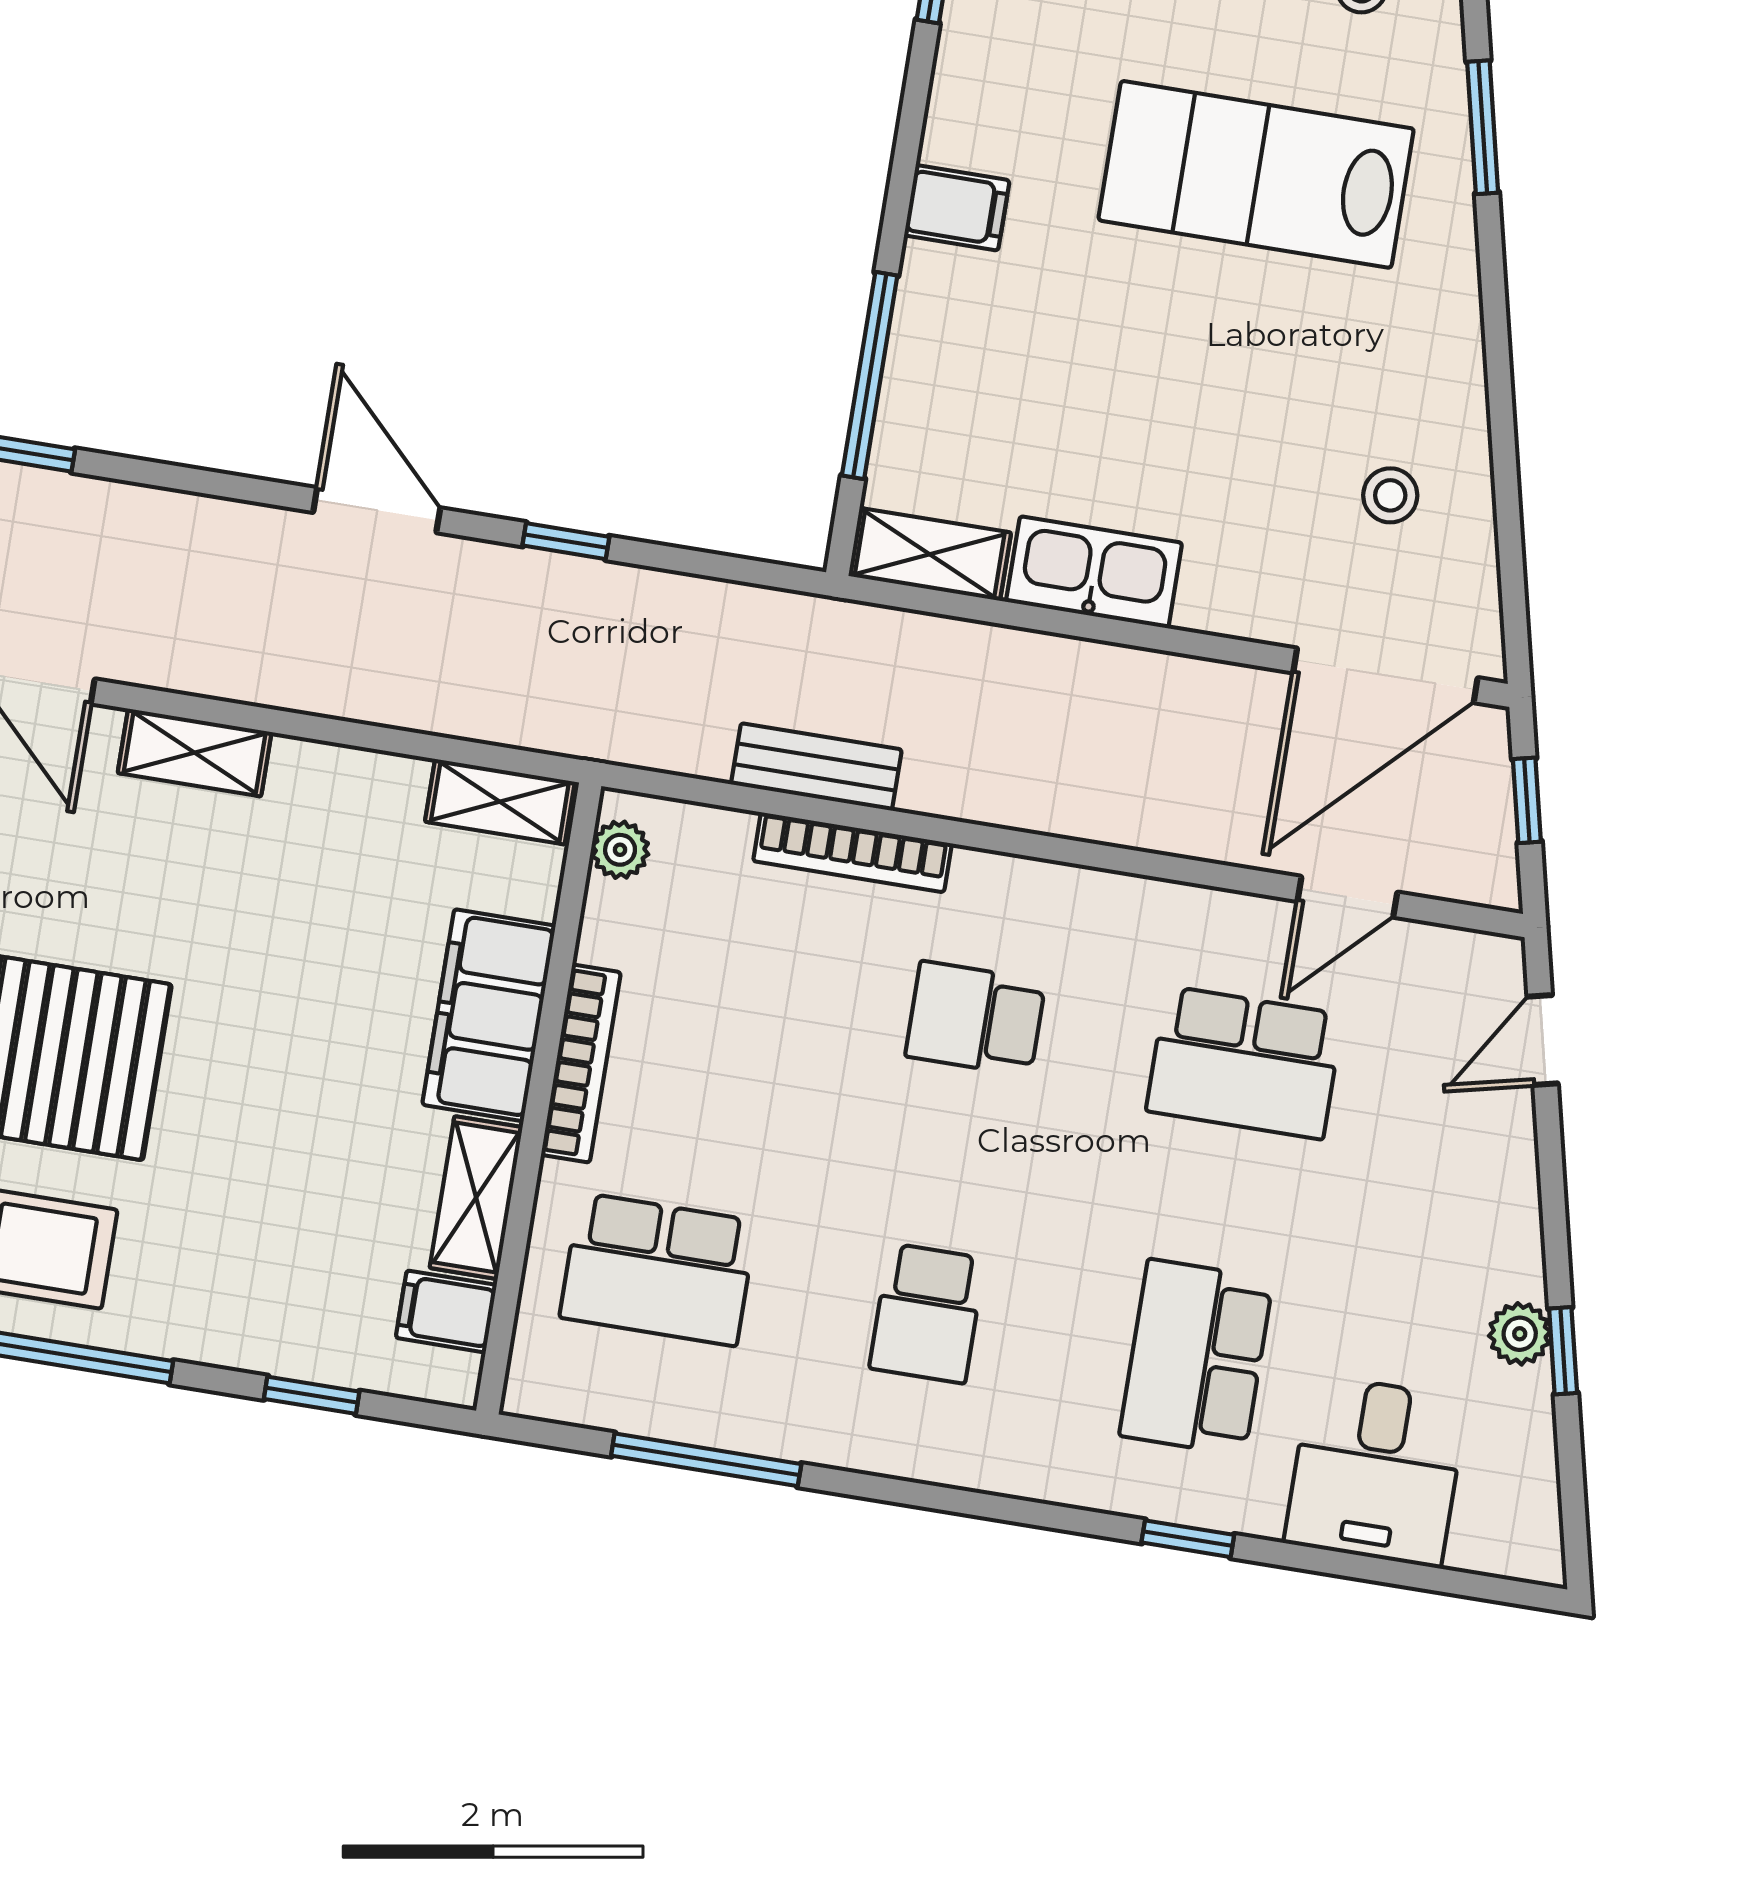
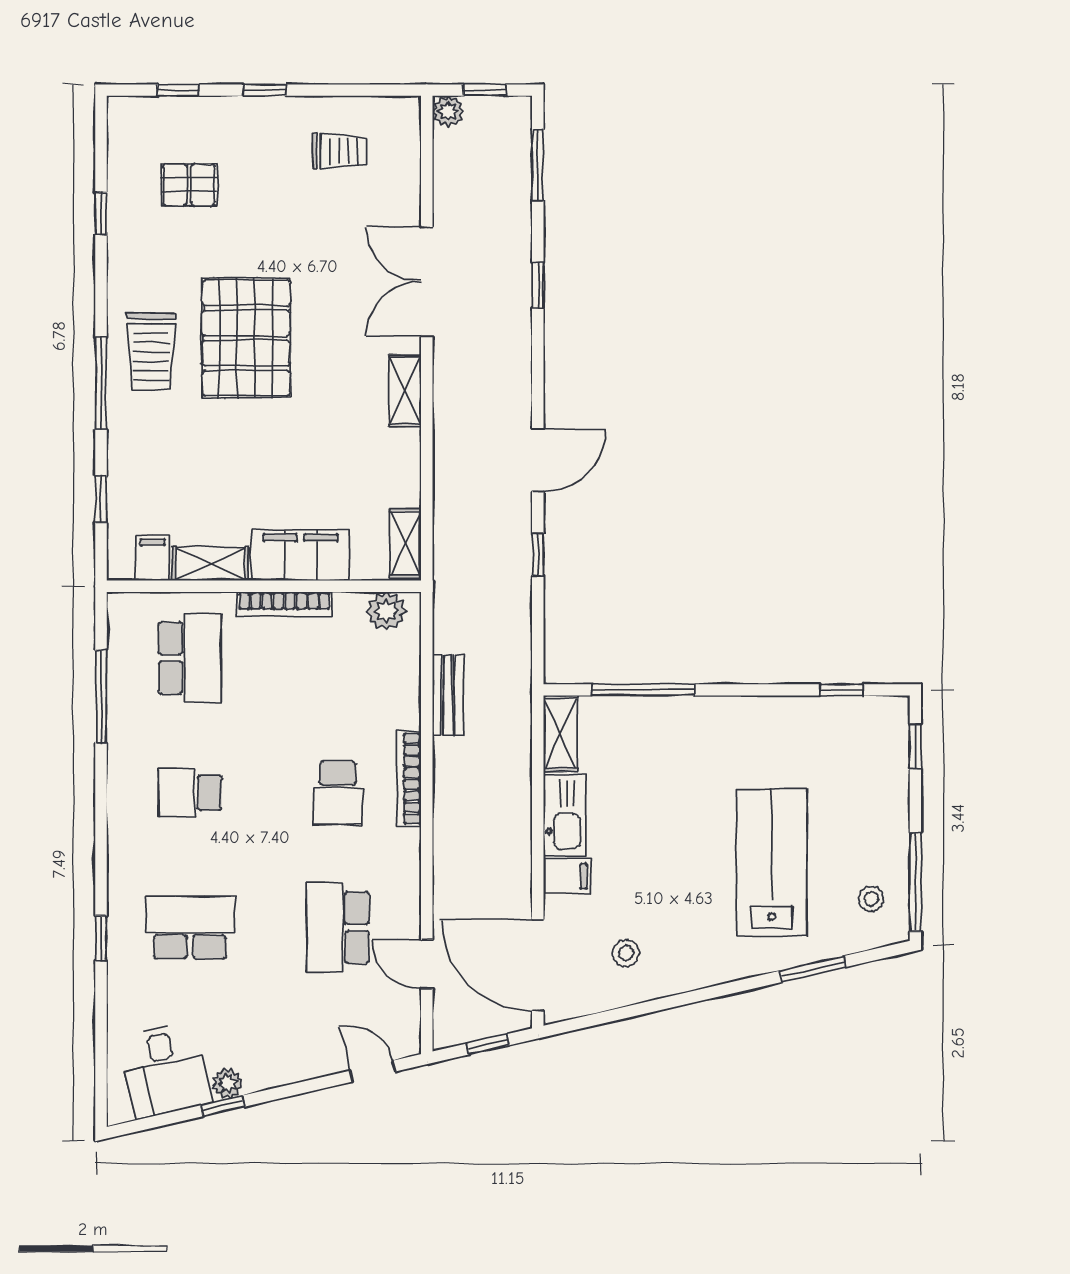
filing cabinet: (957, 208) -> (567, 876), moved, turned -90
plant: (620, 850) -> (386, 611), width x1.38, depth x1.38
bookcase: (852, 852) -> (409, 779), moved
school desk: (975, 1019) -> (338, 793), turned 180
school desk: (658, 1269) -> (190, 658), turned 180
desk: (1376, 1471) -> (165, 1070), moved, turned -103

